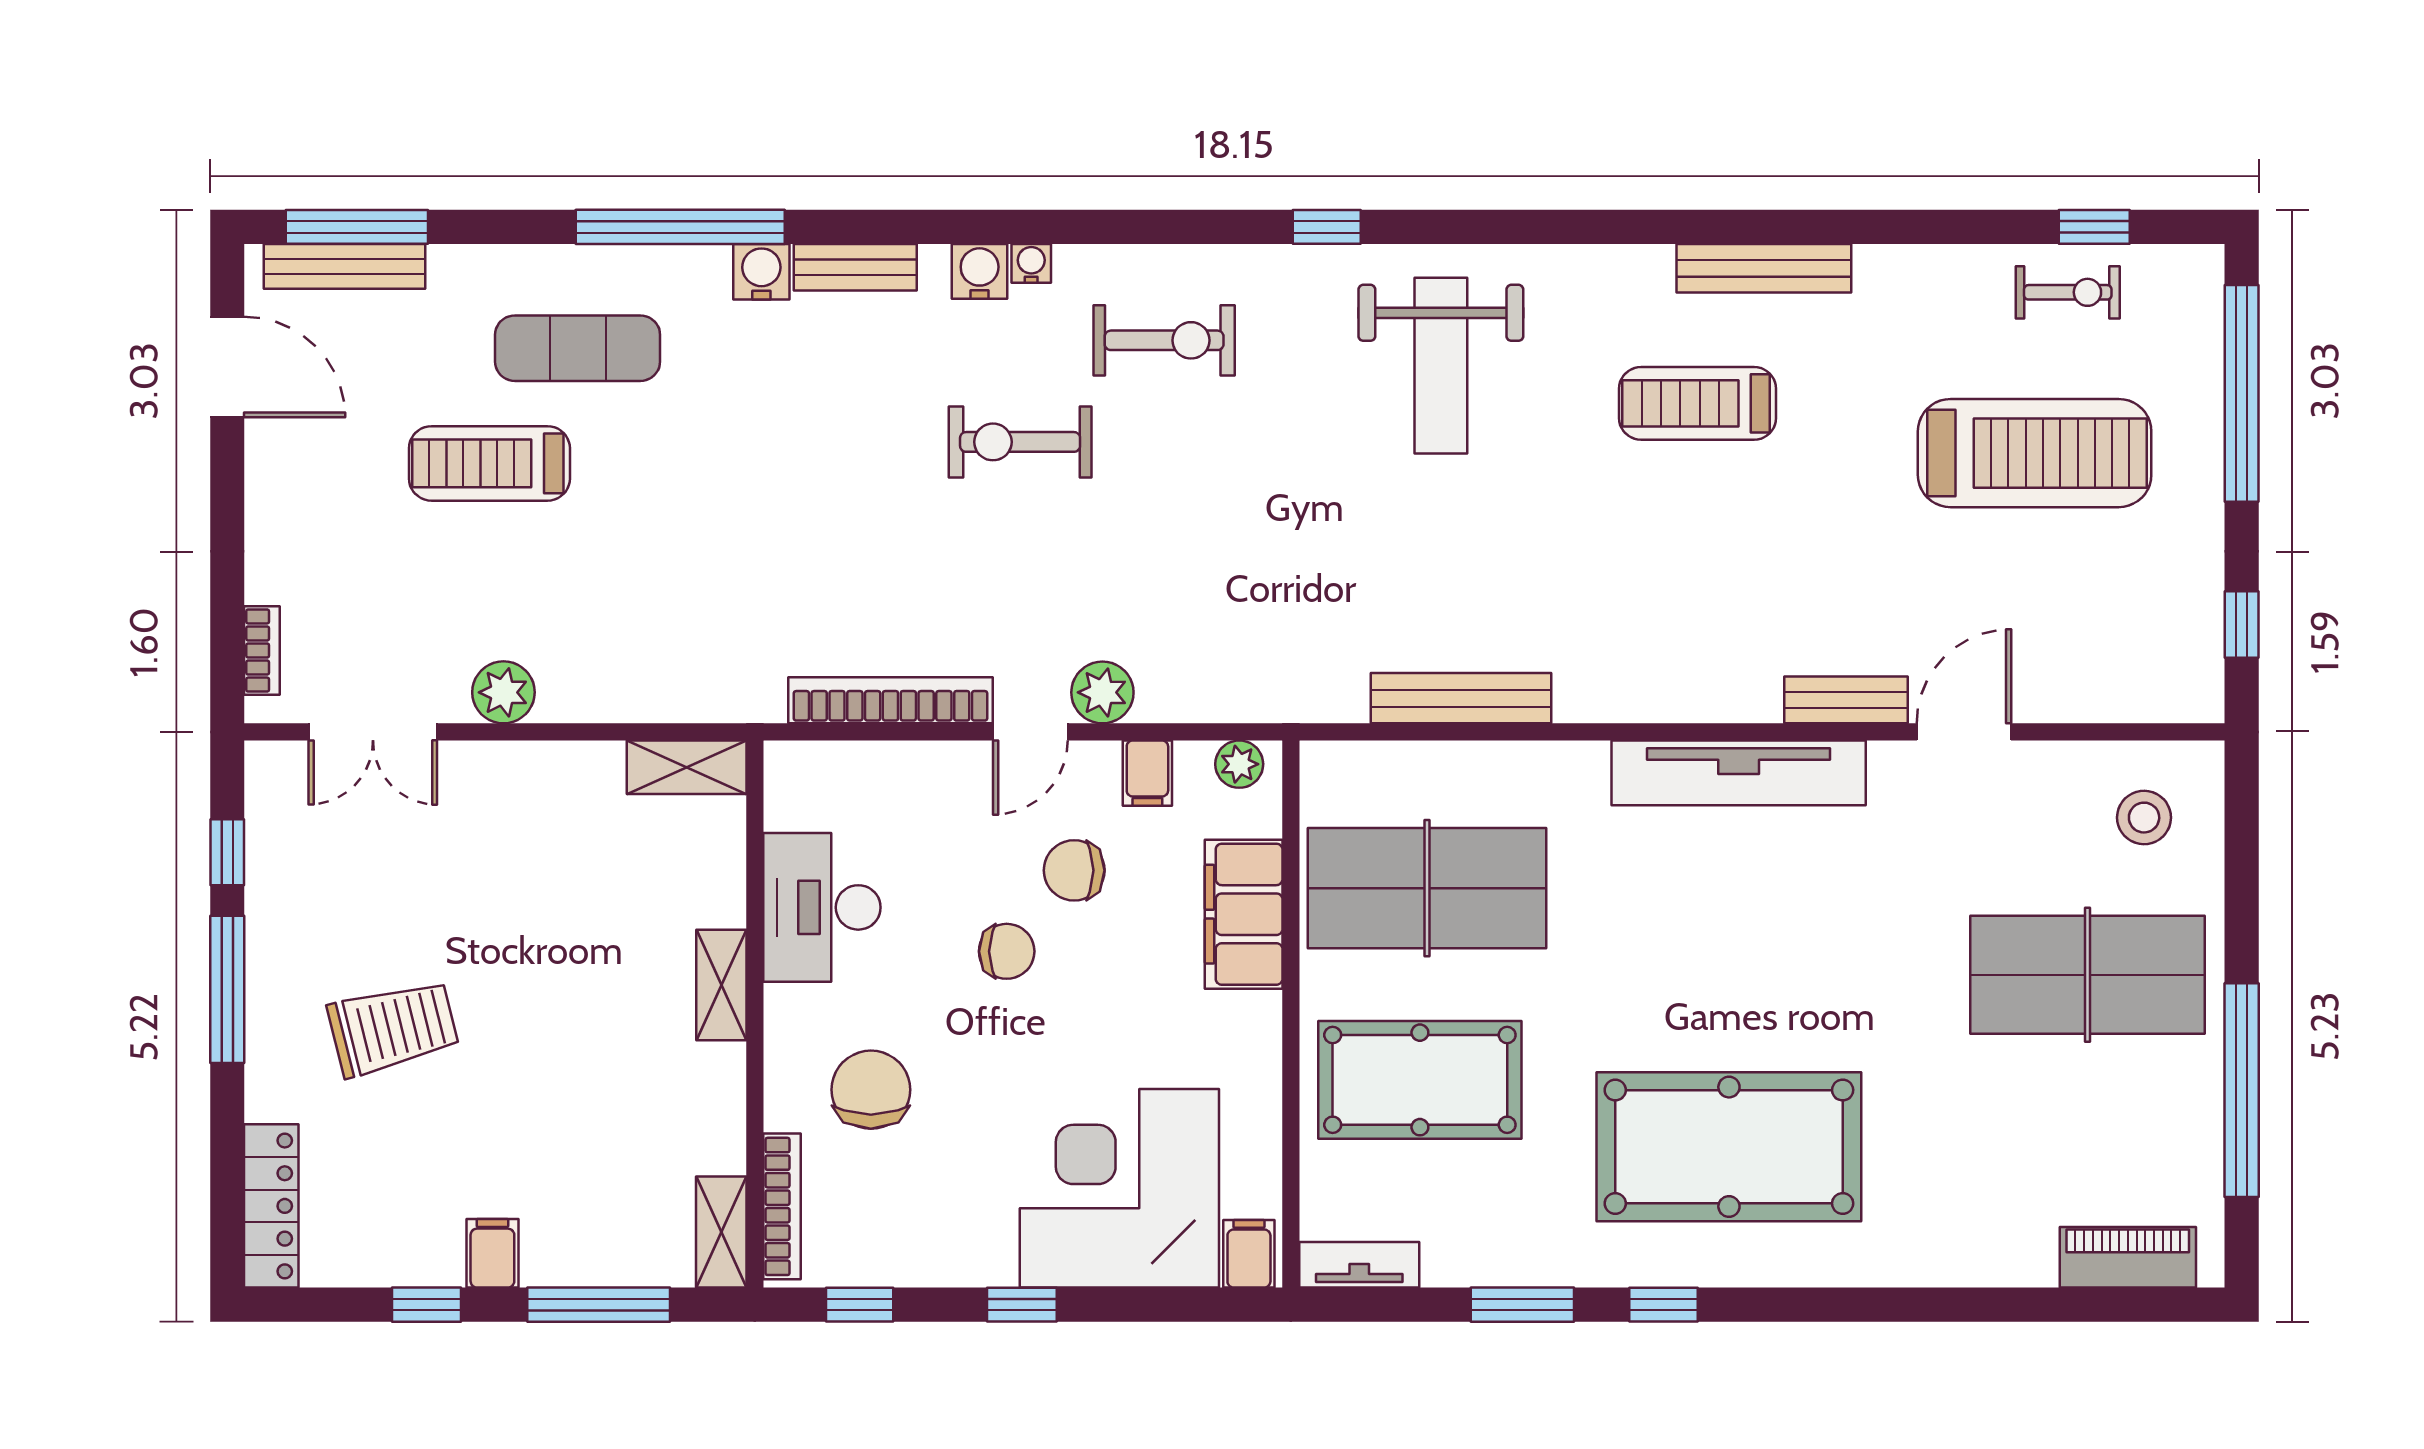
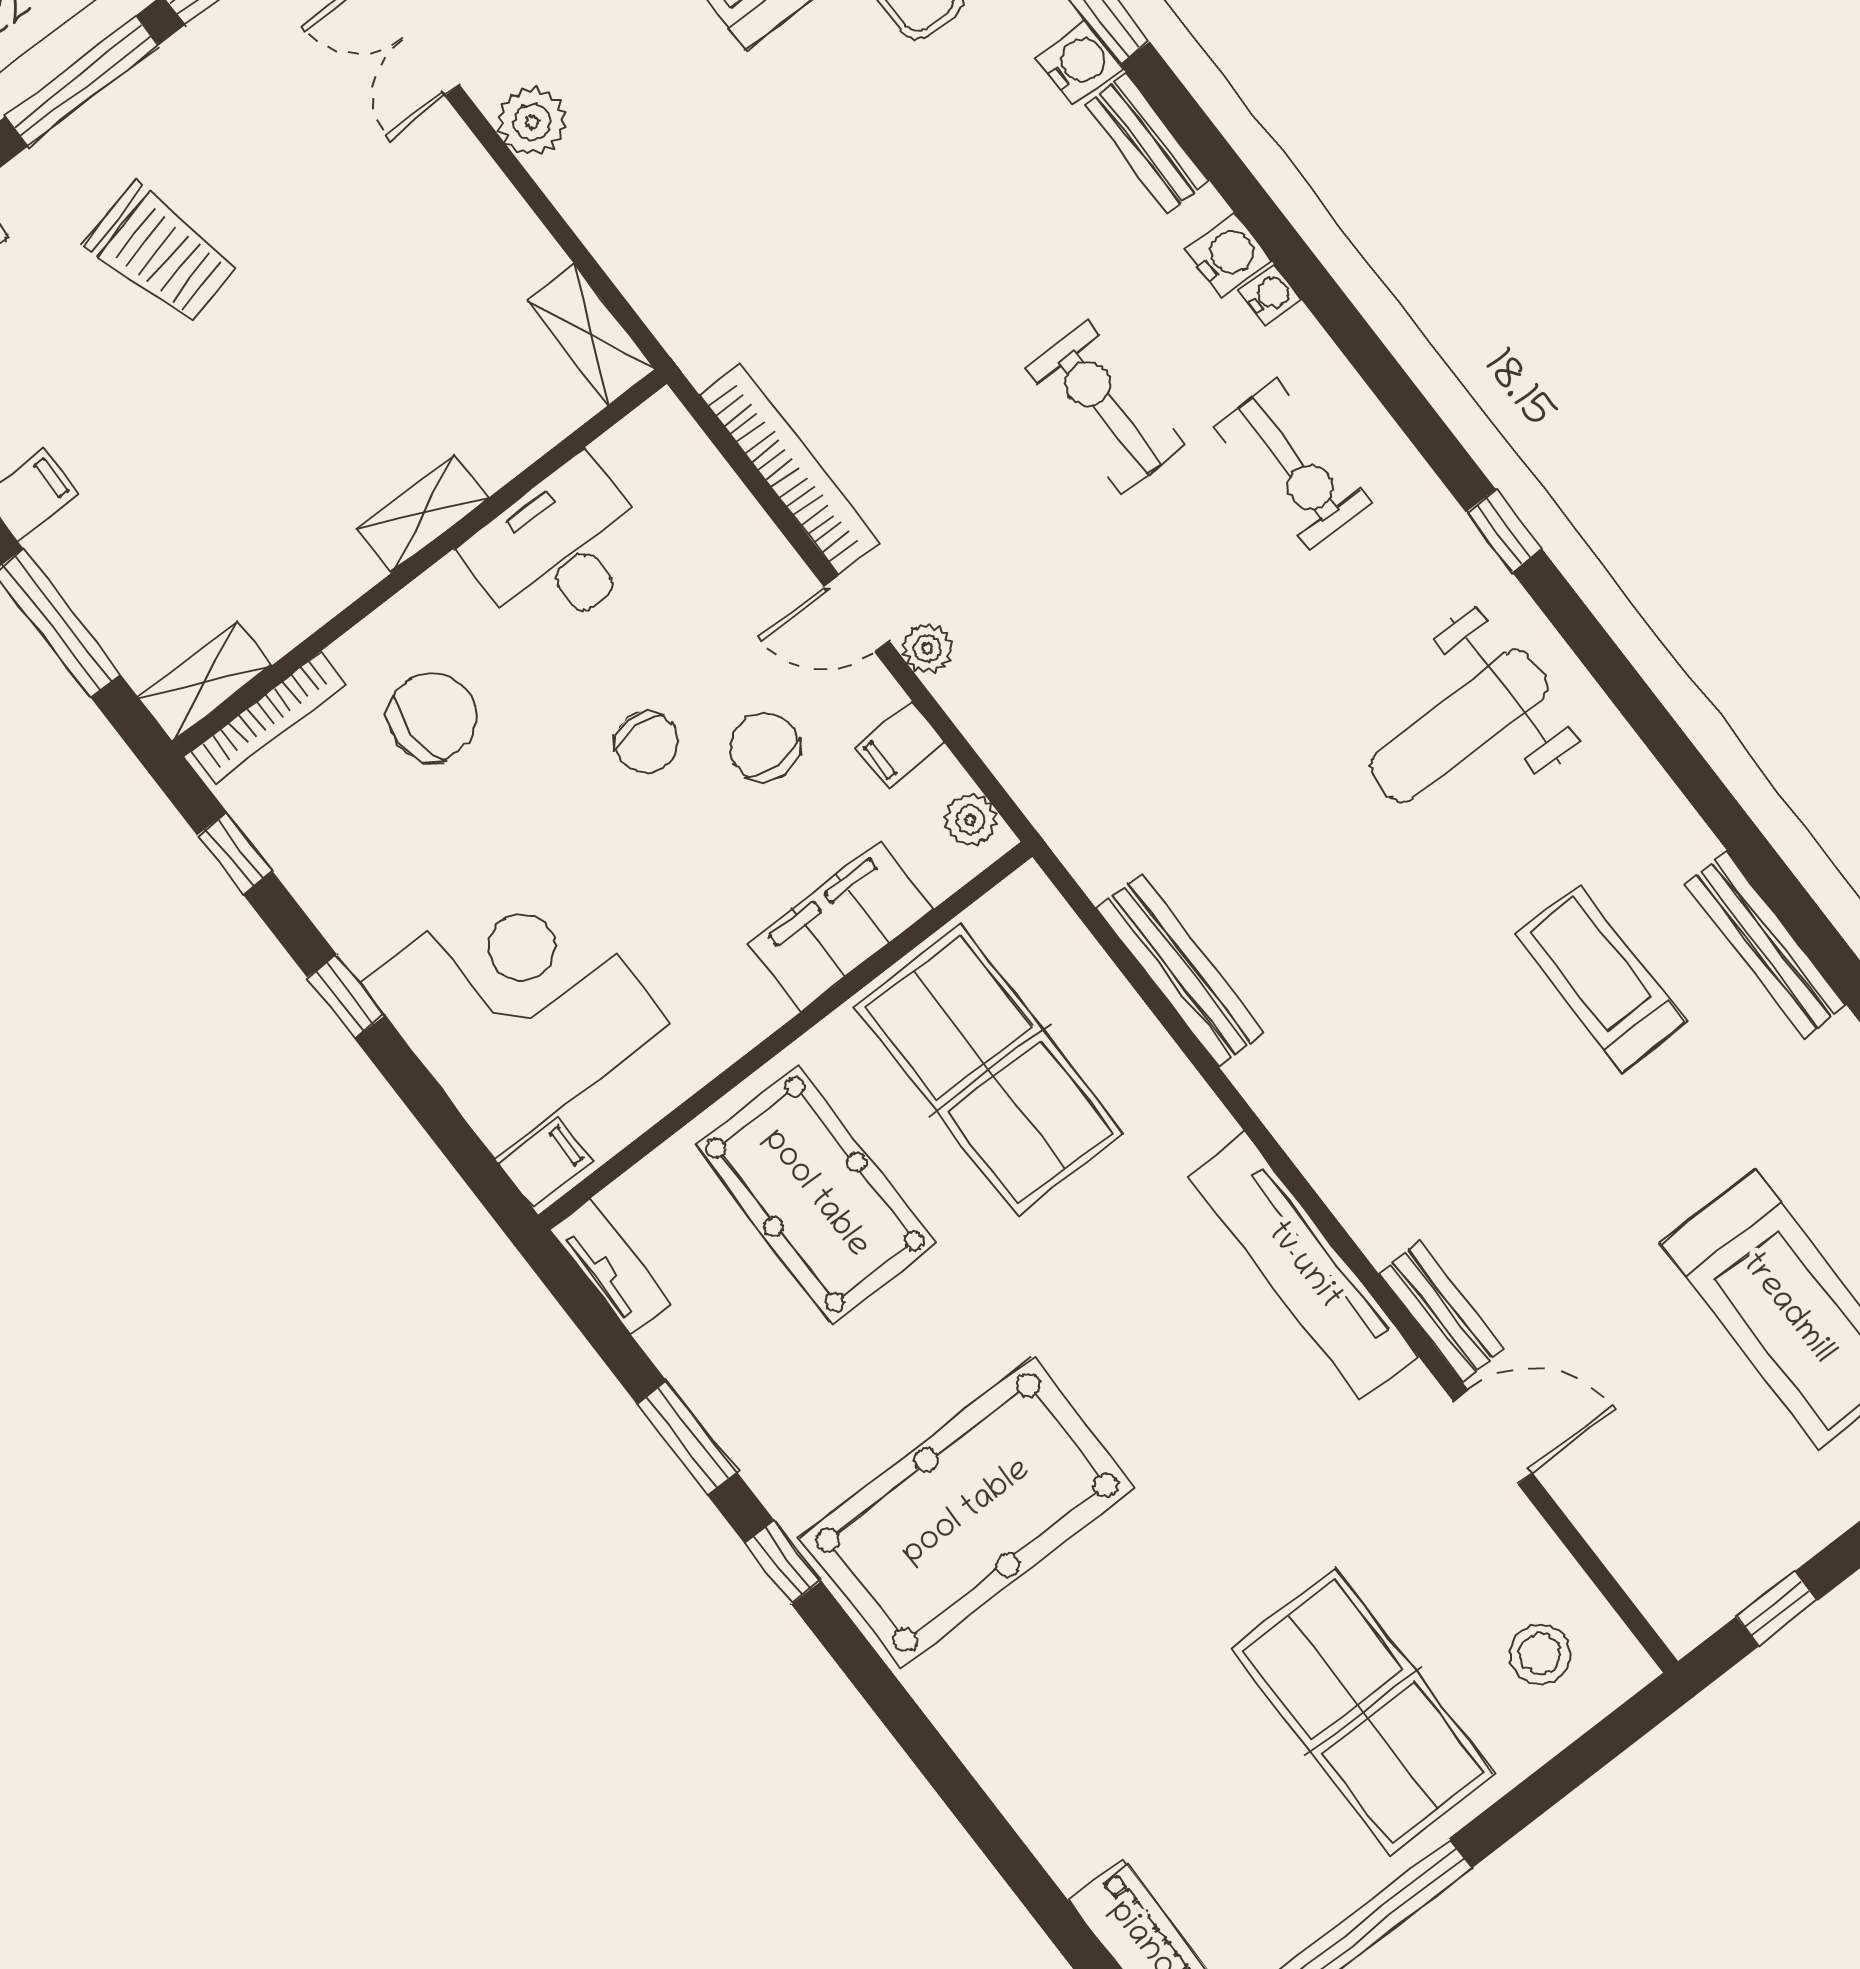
plant: (1102, 692) -> (927, 649), width x0.73, depth x0.73
pool table: (1729, 1147) -> (967, 1513), turned 90

